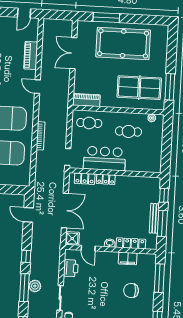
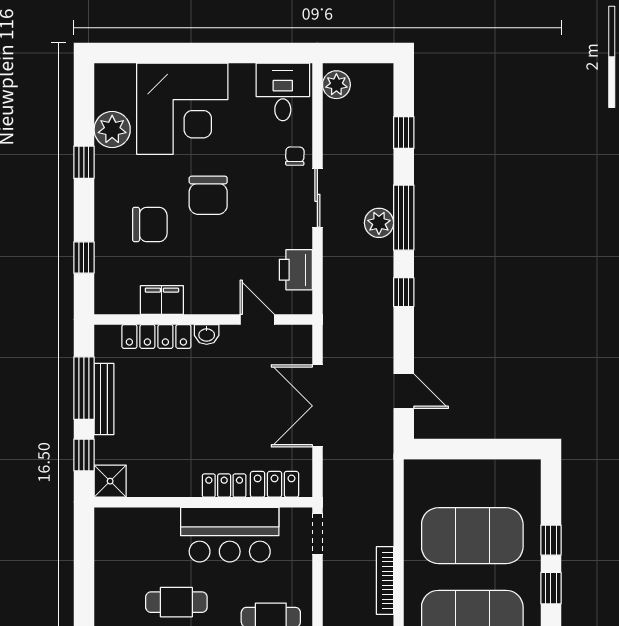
shower: (72, 238) -> (110, 481), moved
window: (159, 278) -> (84, 257), width x0.46
chair: (106, 301) -> (208, 195), added

